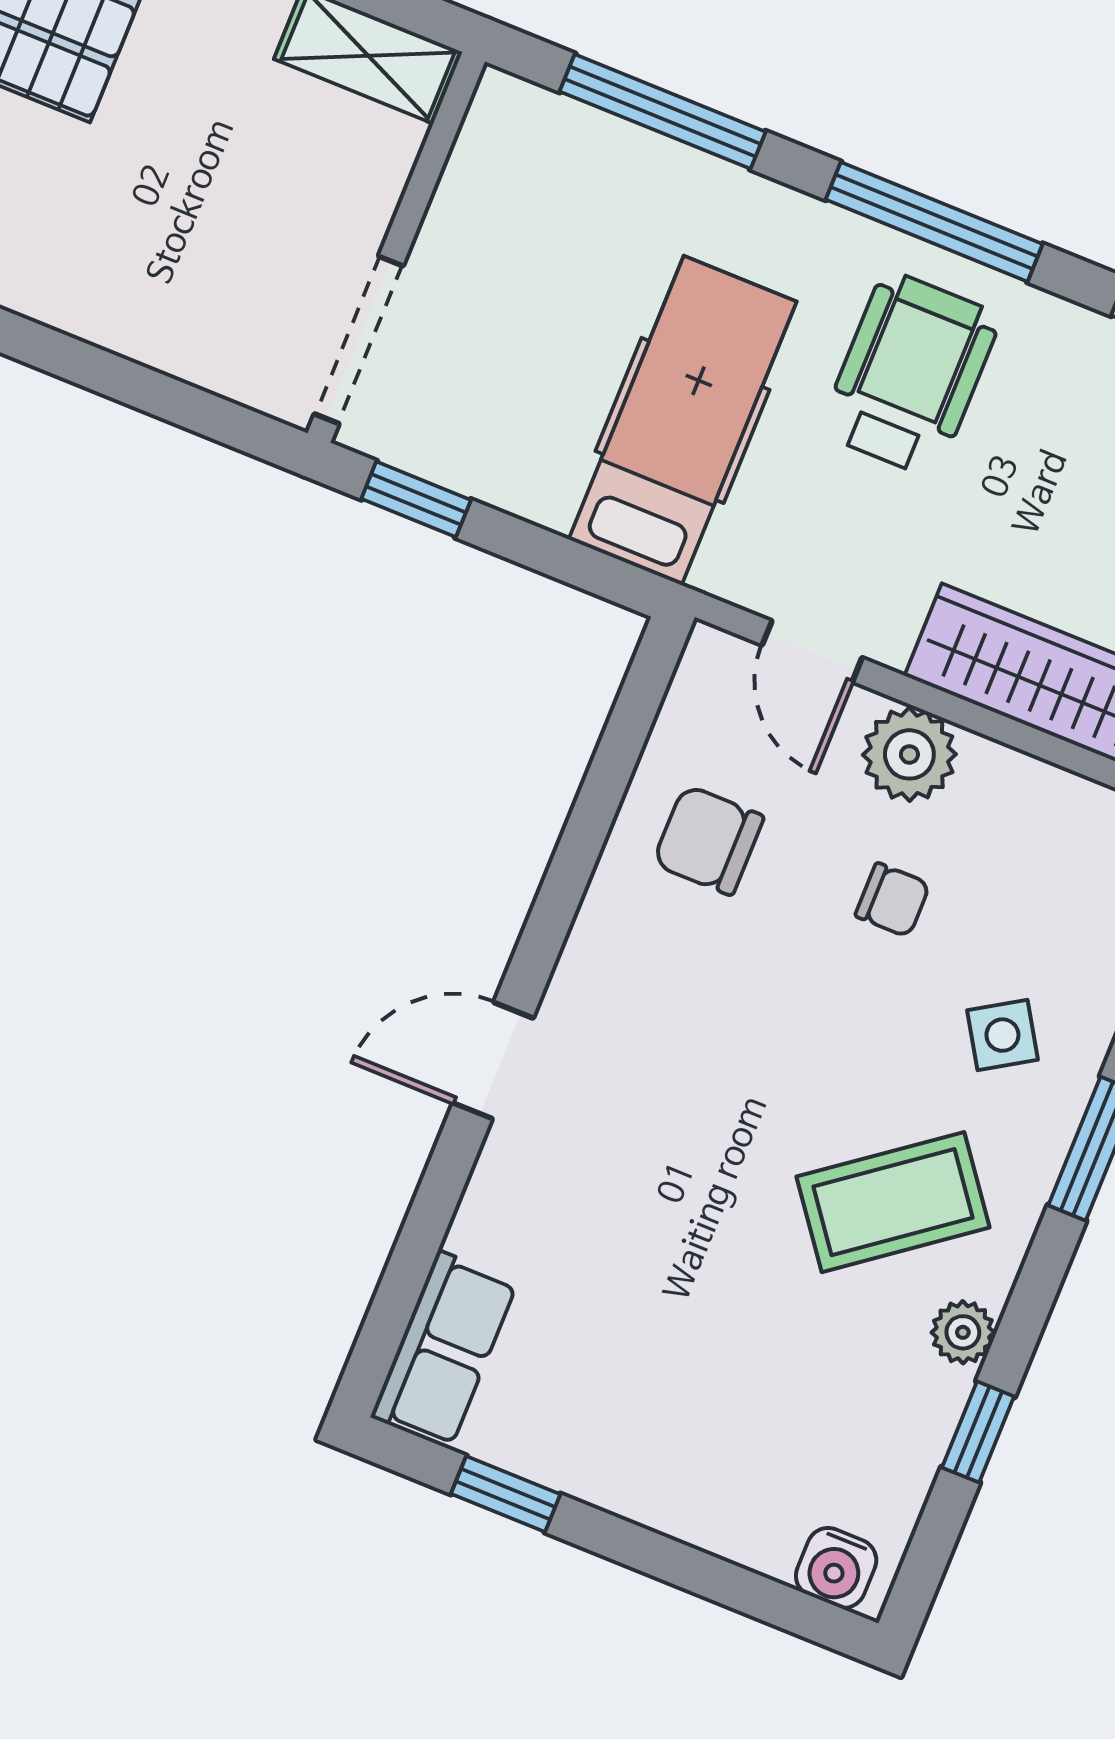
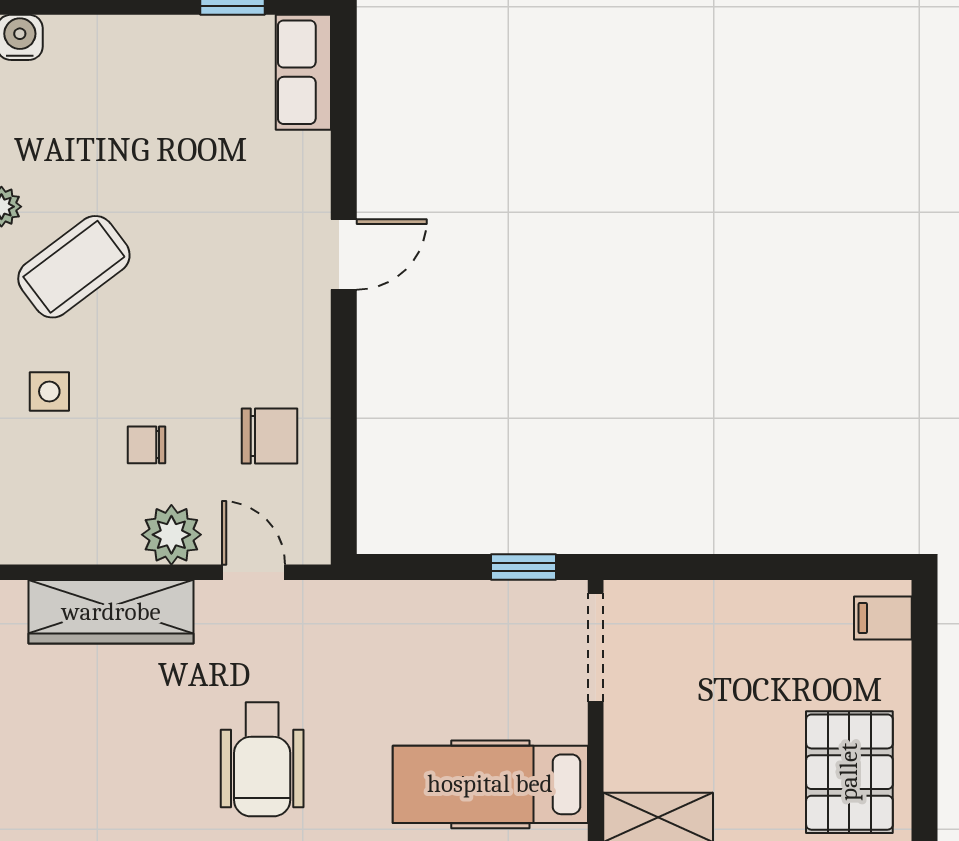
hospital bed: (683, 420) -> (490, 784), moved, turned 90
side table: (1002, 1035) -> (49, 392), turned 32

